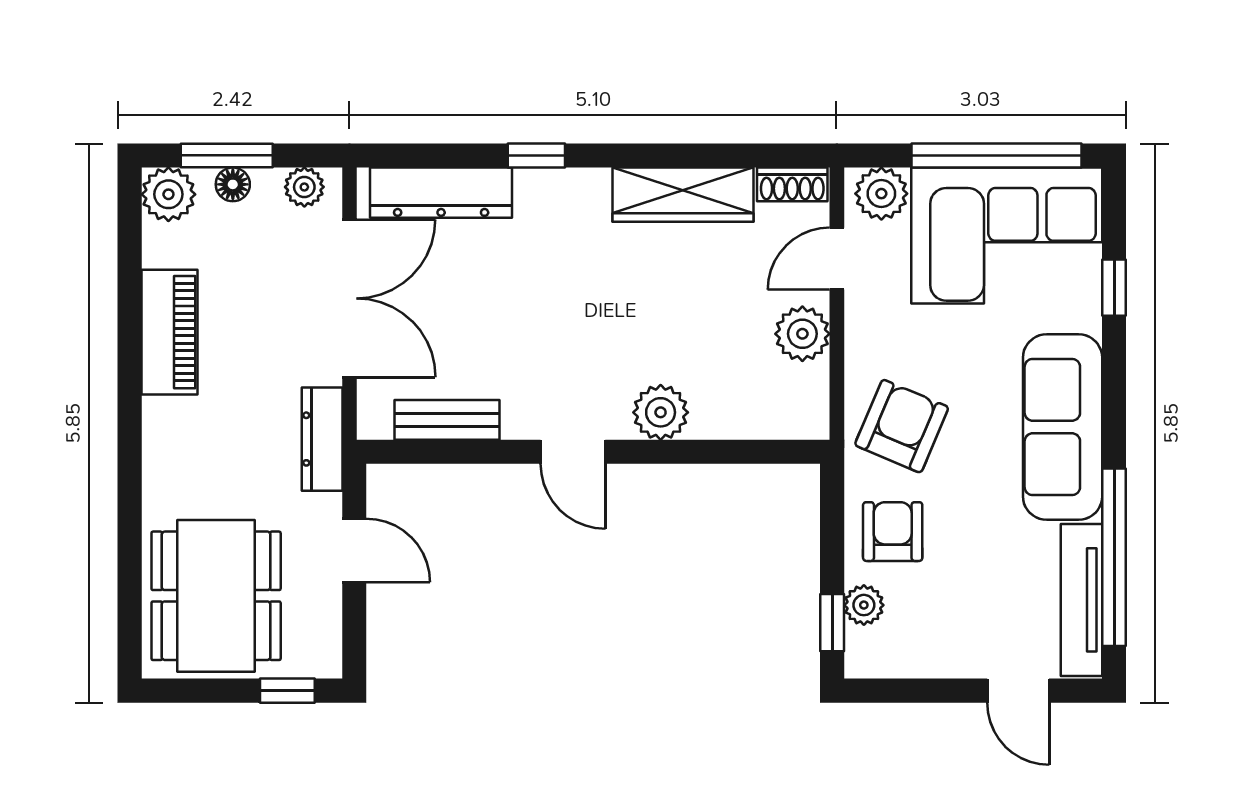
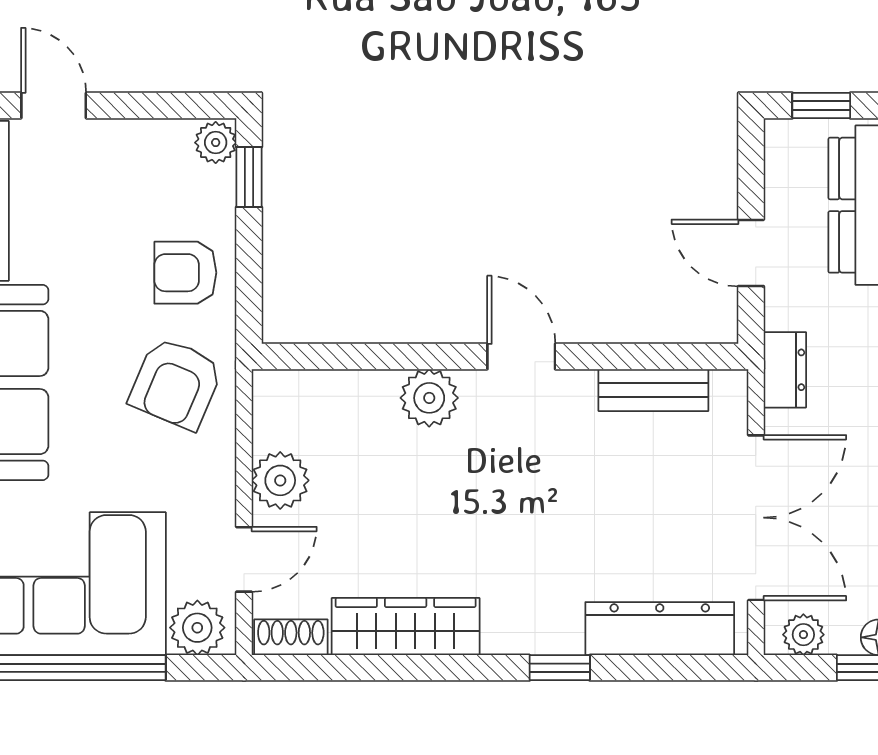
double door: (349, 298) -> (756, 518), swing flipped
dresser: (322, 439) -> (785, 370), width x0.70
armchair: (893, 532) -> (185, 273), turned 90
plant: (864, 605) -> (216, 143), moved

